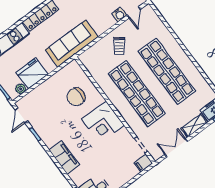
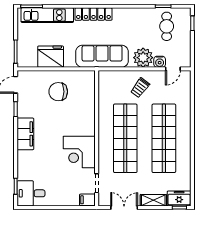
plant: (21, 89) -> (143, 58), moved, width x1.87, depth x1.87
chair: (76, 97) -> (58, 92), moved
corner desk: (103, 122) -> (79, 152), moved
filing cabinet: (64, 157) -> (25, 134), moved

